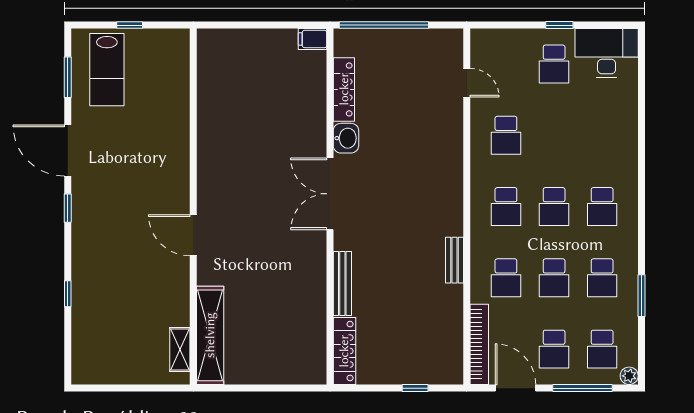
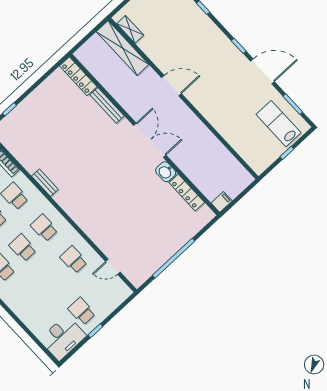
filing cabinet: (312, 39) -> (222, 202), moved
locker: (344, 89) -> (187, 192), moved
washbasin: (346, 138) -> (166, 172), moved
double door: (330, 194) -> (150, 140), moved
wall: (330, 207) -> (144, 135), moved
bench: (342, 283) -> (107, 105), moved
locker: (344, 351) -> (78, 76), moved

